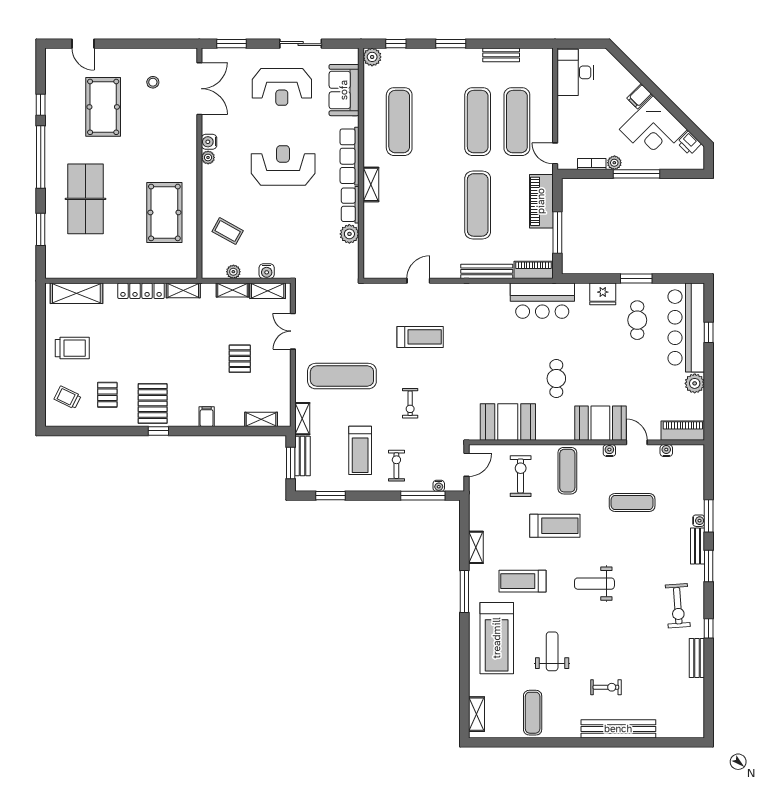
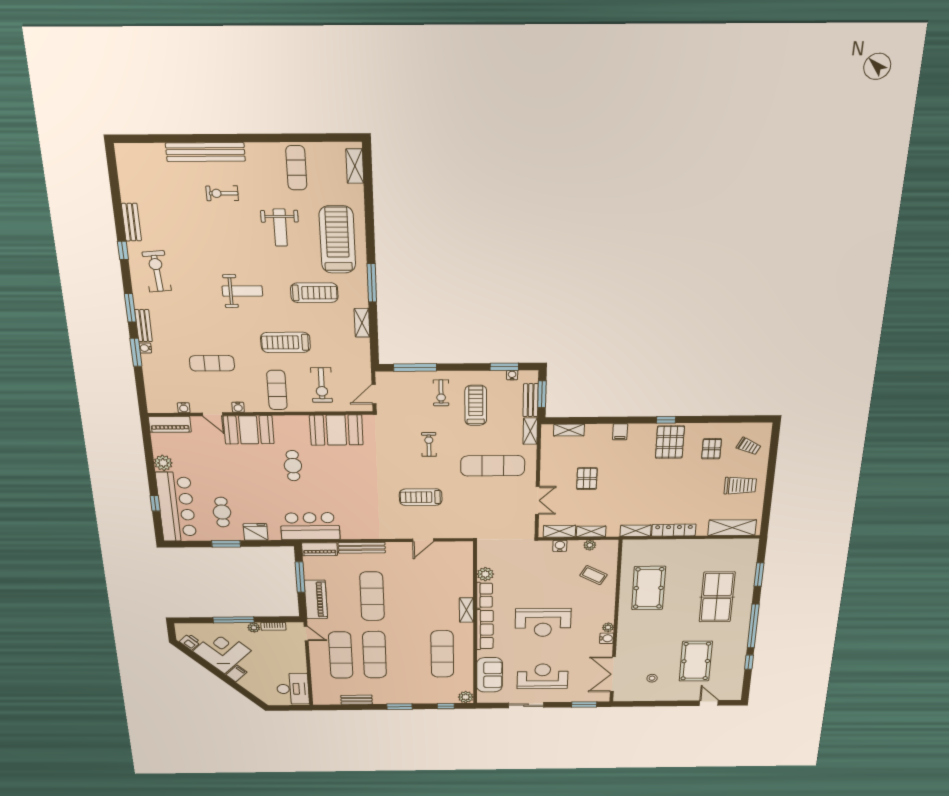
trolley: (72, 348) -> (740, 485), turned 180
water cooler: (439, 486) -> (512, 375), moved

